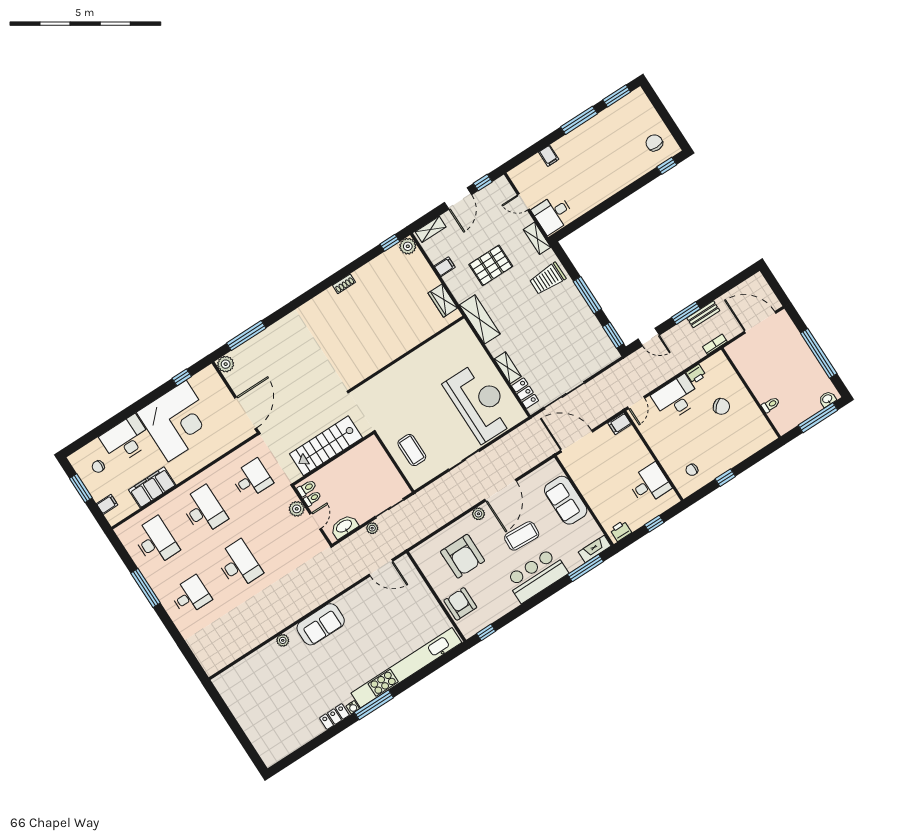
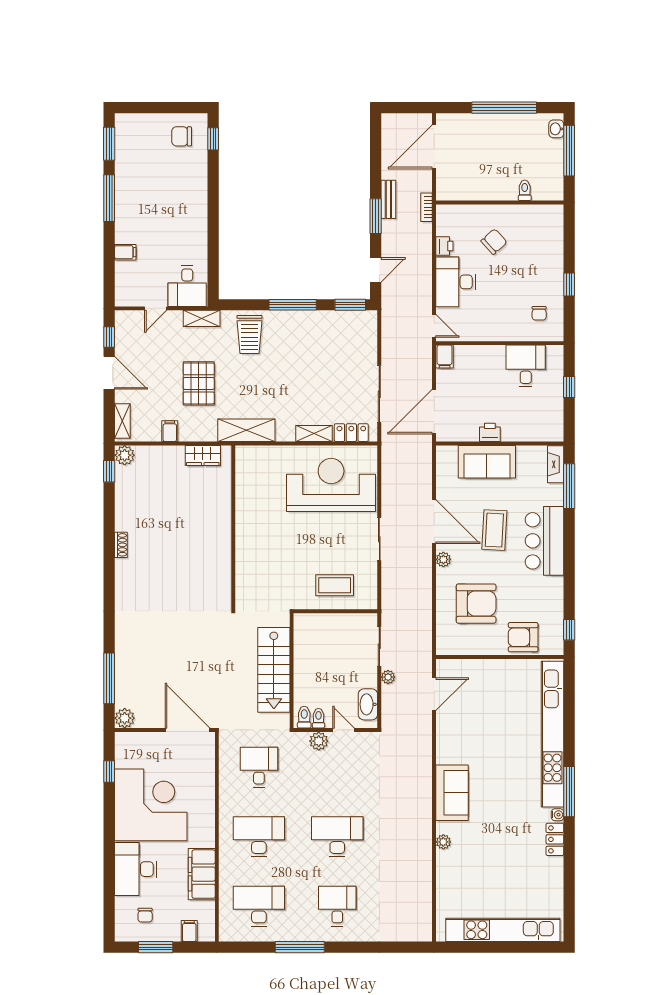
printer: (621, 531) -> (490, 432), moved, turned 90
kitchen unit: (249, 721) -> (503, 930), added

